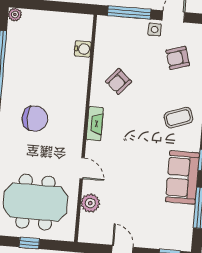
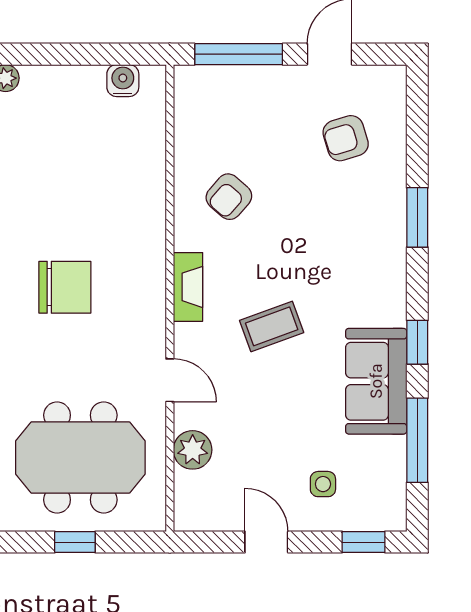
side table: (155, 30) -> (323, 484), moved
water cooler: (83, 49) -> (123, 81), moved, turned -90
coffee table: (178, 118) -> (272, 326), moved

